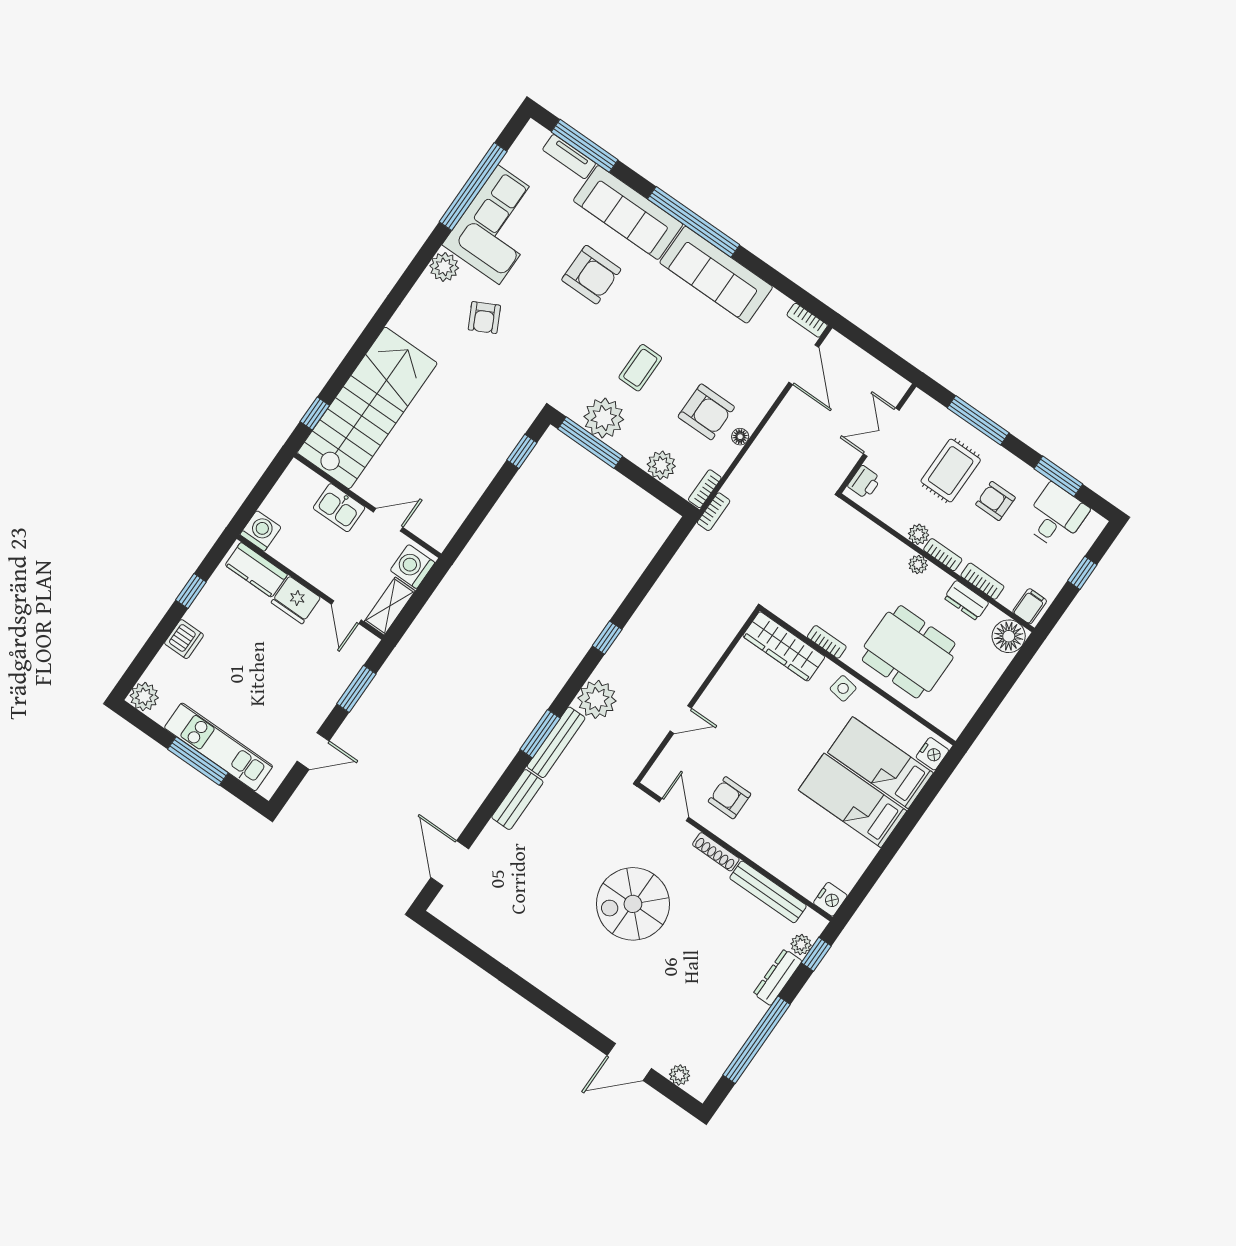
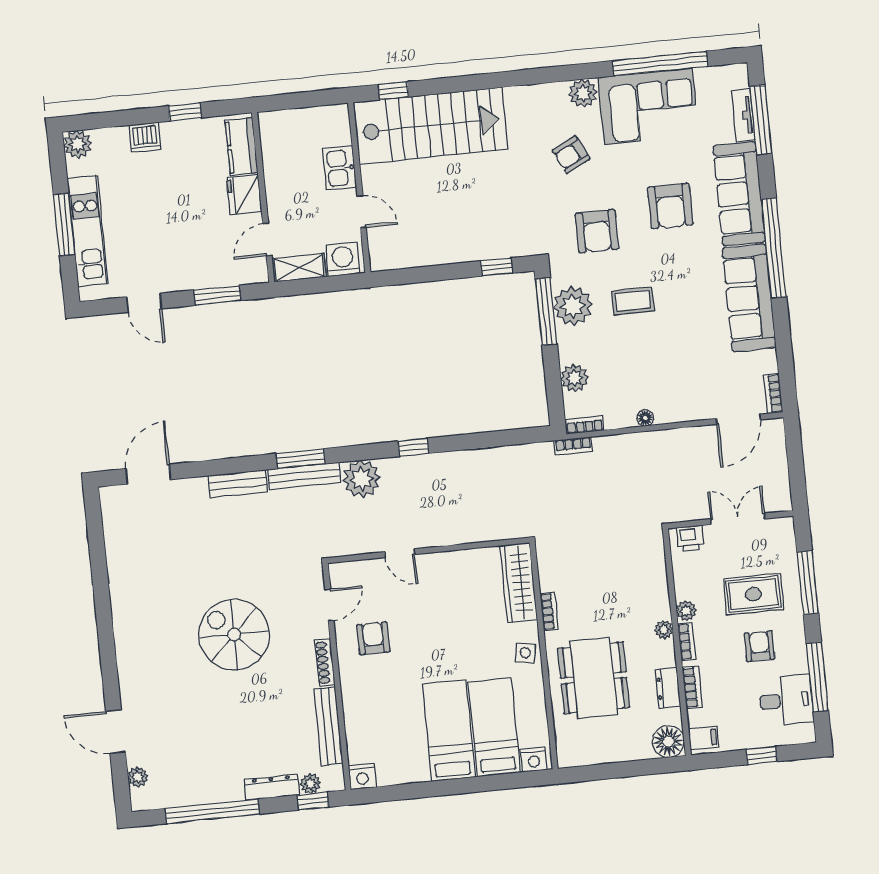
armchair: (706, 412) -> (597, 231), moved
window: (1058, 476) -> (817, 677), width x1.44
washing machine: (261, 531) -> (273, 125), removed

